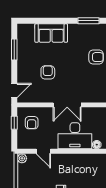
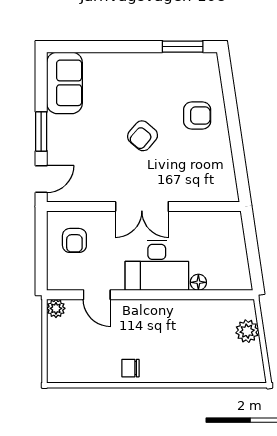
sofa: (51, 33) -> (64, 83), moved, turned -90
window: (14, 49) -> (41, 131), moved
armchair: (48, 72) -> (143, 136), moved, turned -140
window: (14, 123) -> (41, 241), removed

